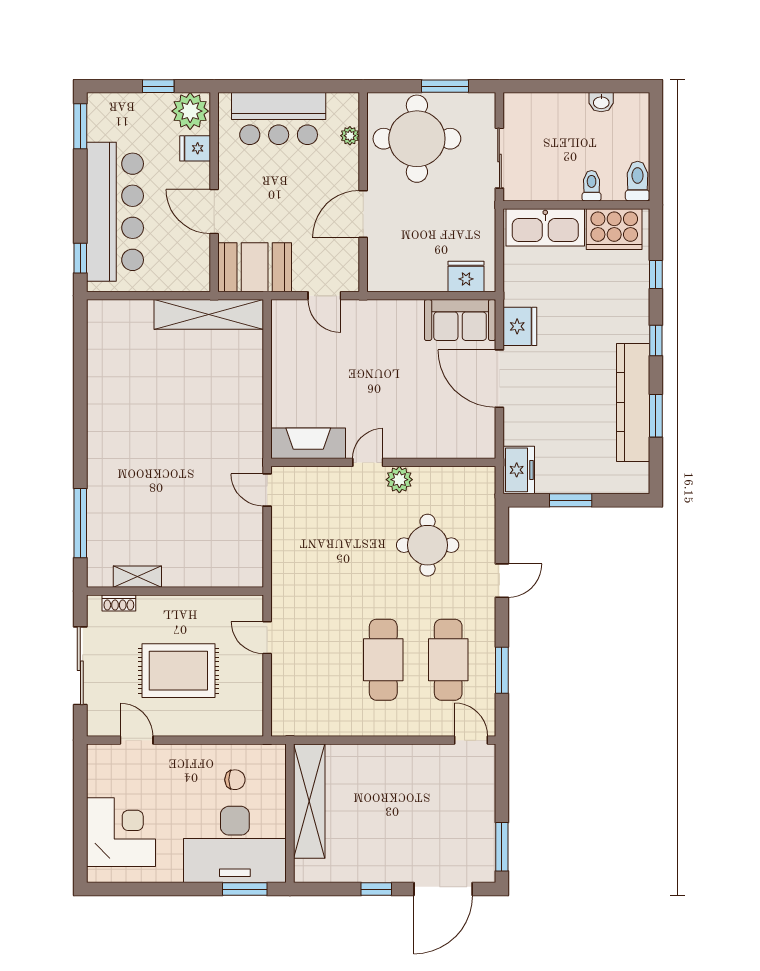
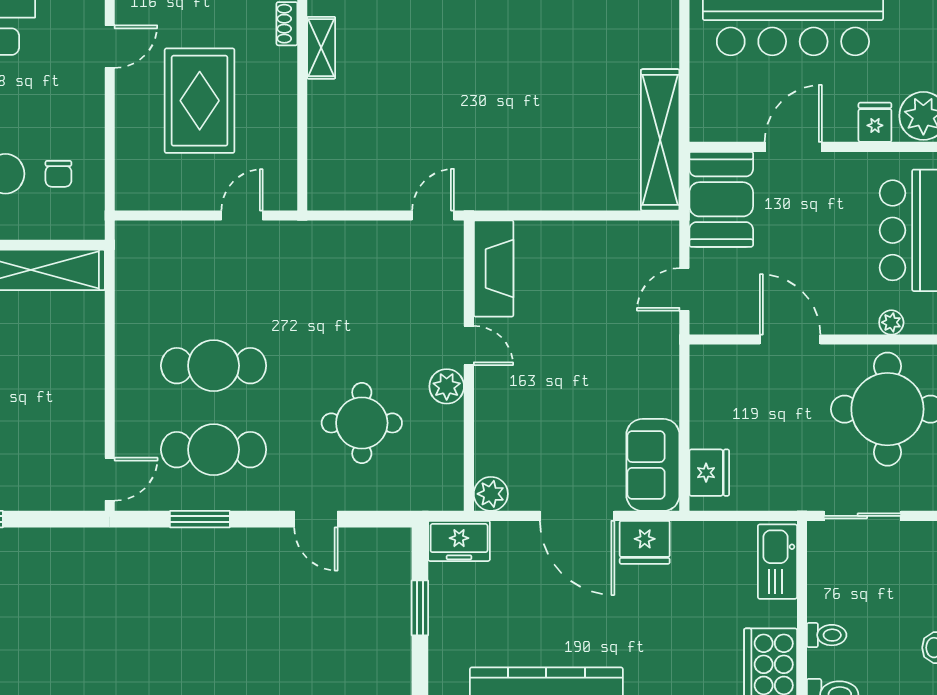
kitchen sink: (545, 227) -> (777, 562), width x0.73, depth x0.81
door: (499, 379) -> (577, 516), swing flipped
plant: (482, 445) -> (491, 494), added

